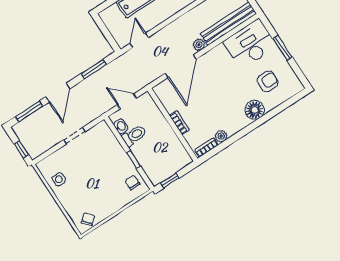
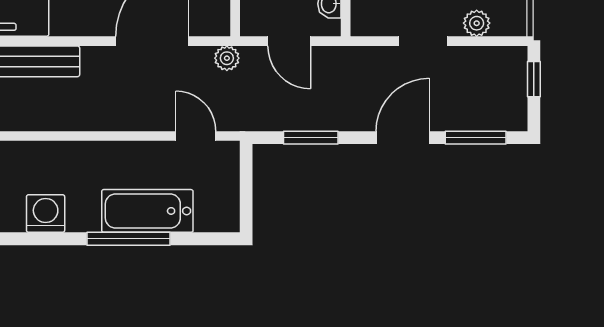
door: (139, 40) -> (196, 136), swing flipped
plant: (199, 45) -> (227, 58), moved
plant: (58, 156) -> (477, 23), added

